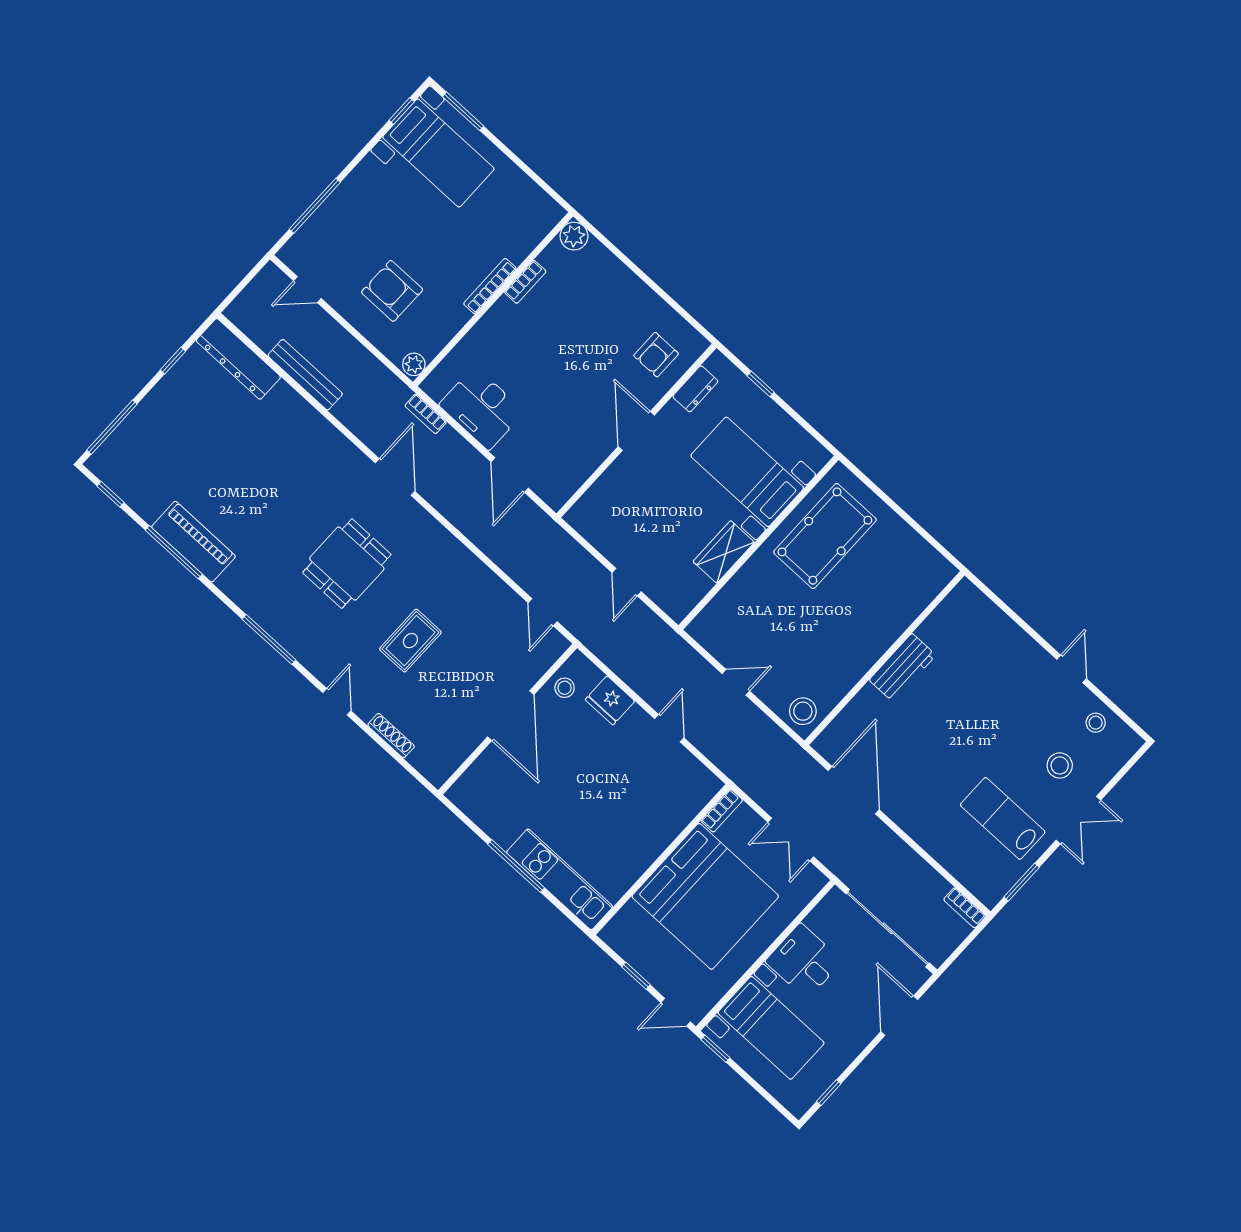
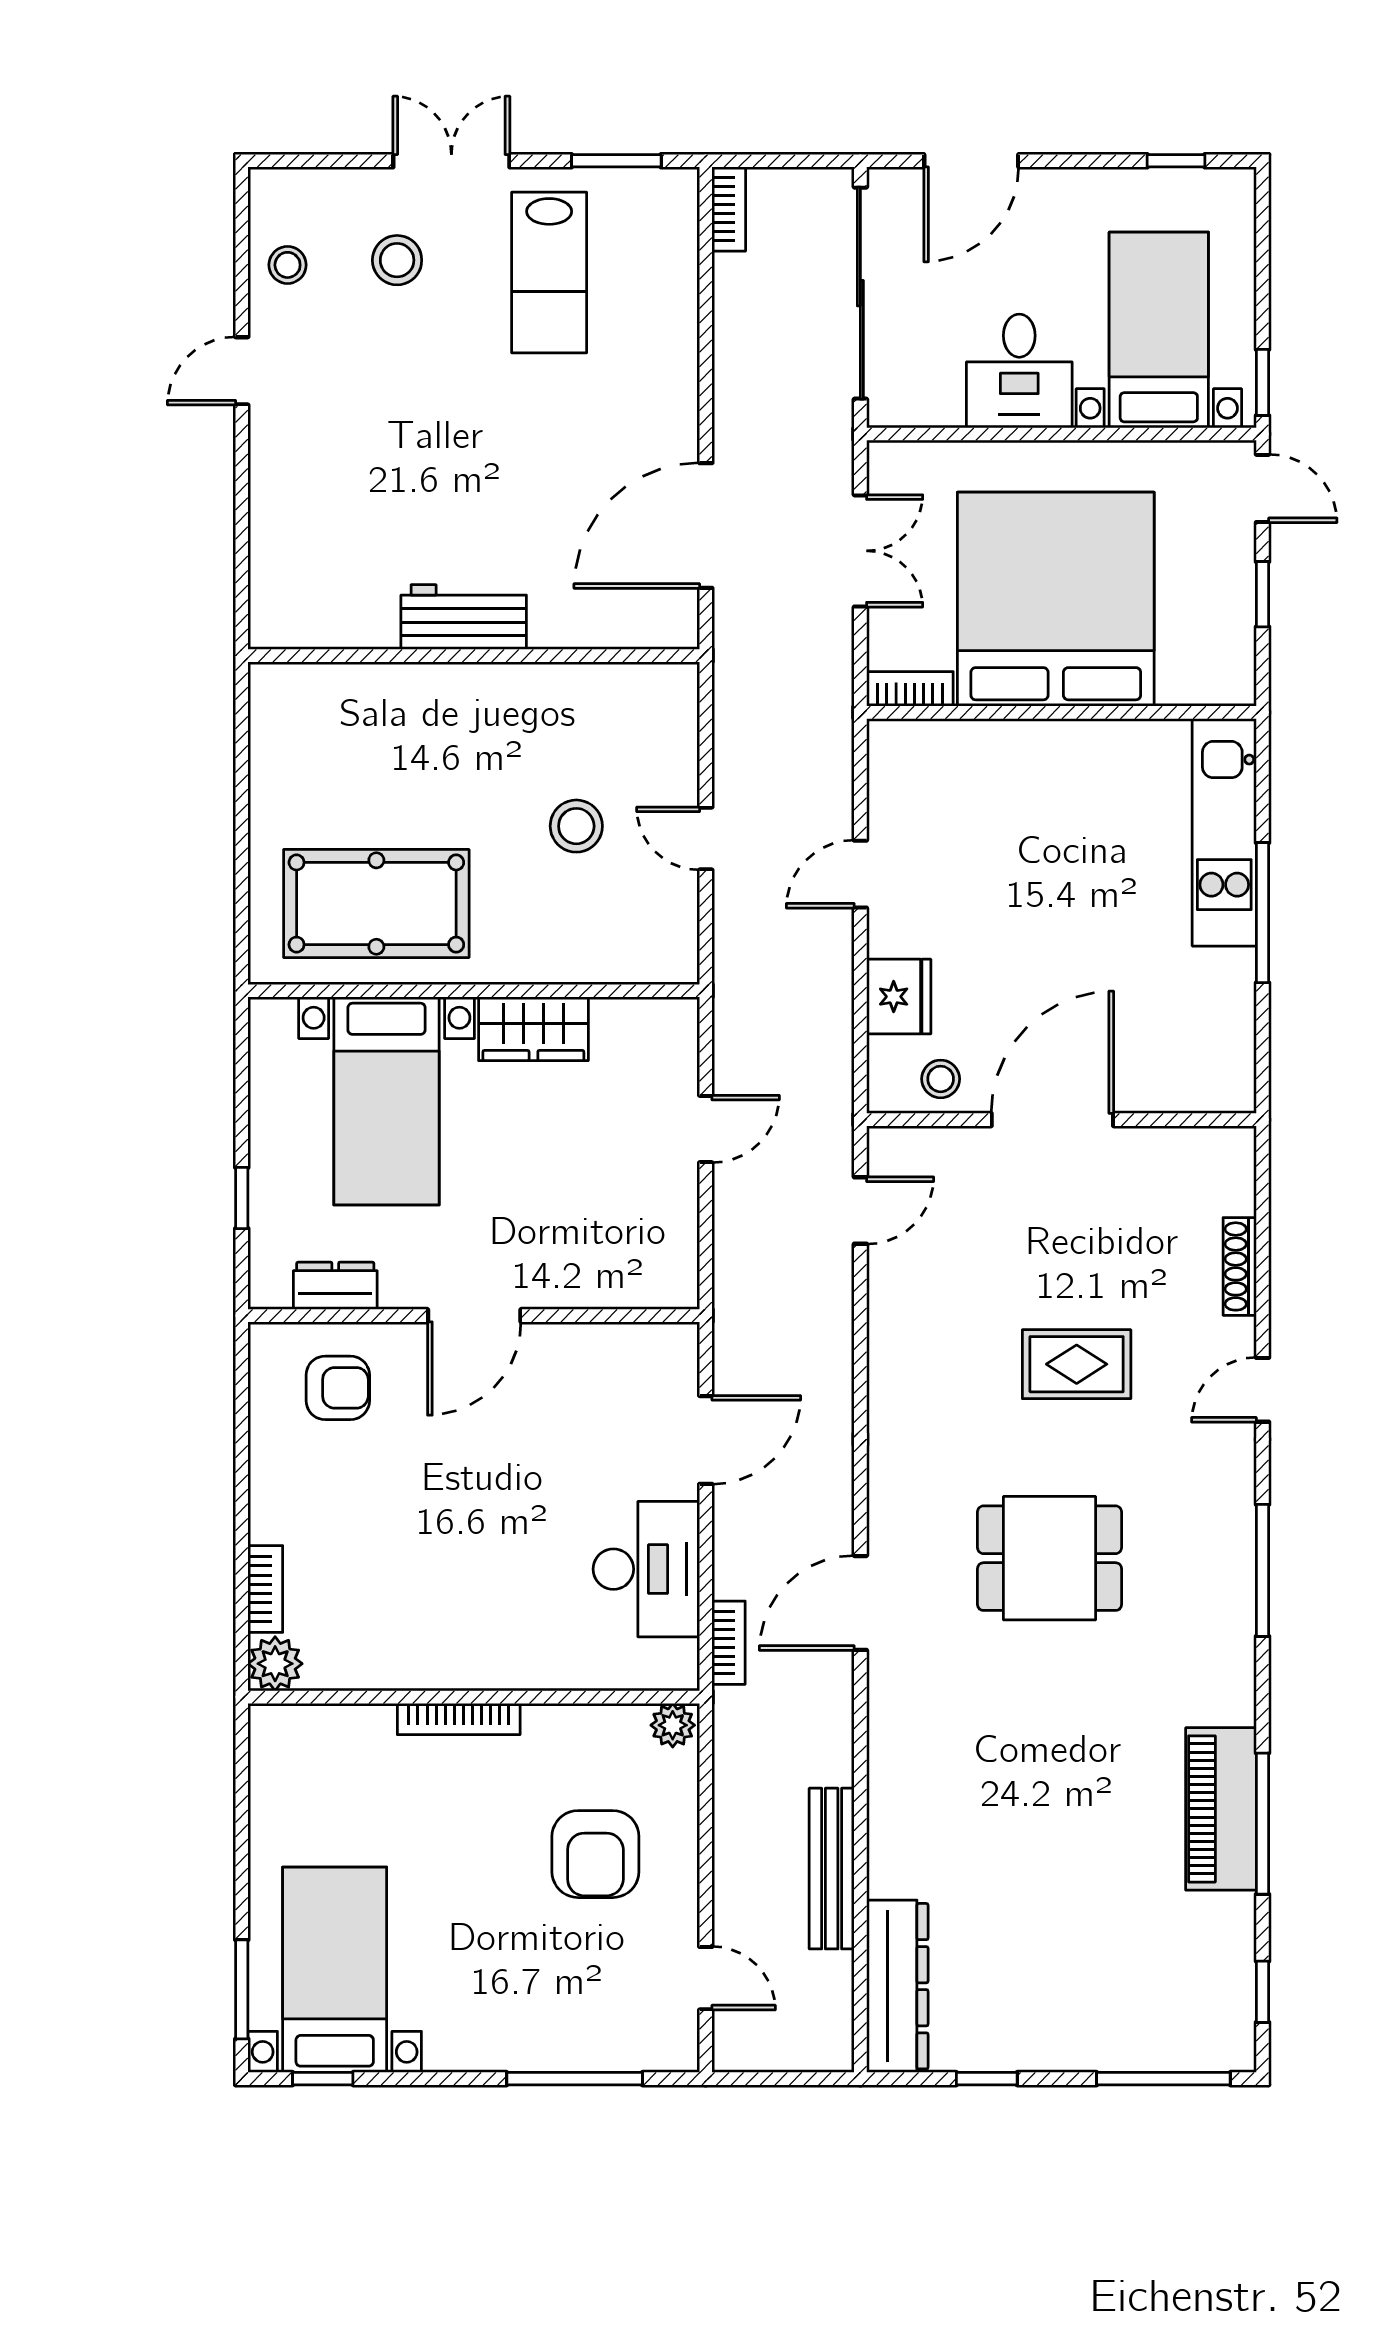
bookcase: (525, 282) -> (265, 1589), moved, turned 90
stool: (803, 711) -> (576, 826), moved

